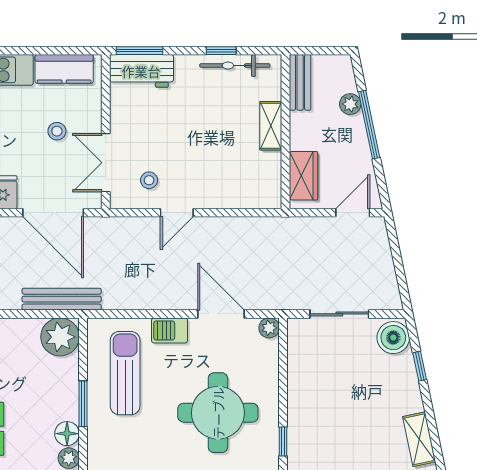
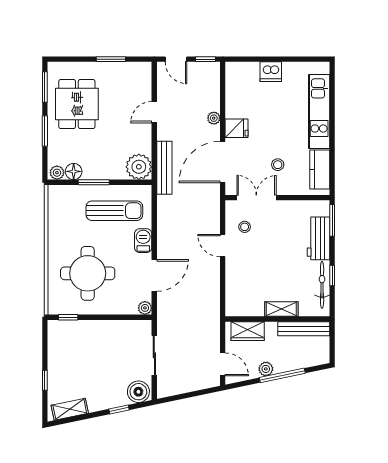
workbench: (141, 71) -> (318, 238), moved
bench: (300, 82) -> (304, 329), width x1.36
plant: (350, 104) -> (266, 369), moved

